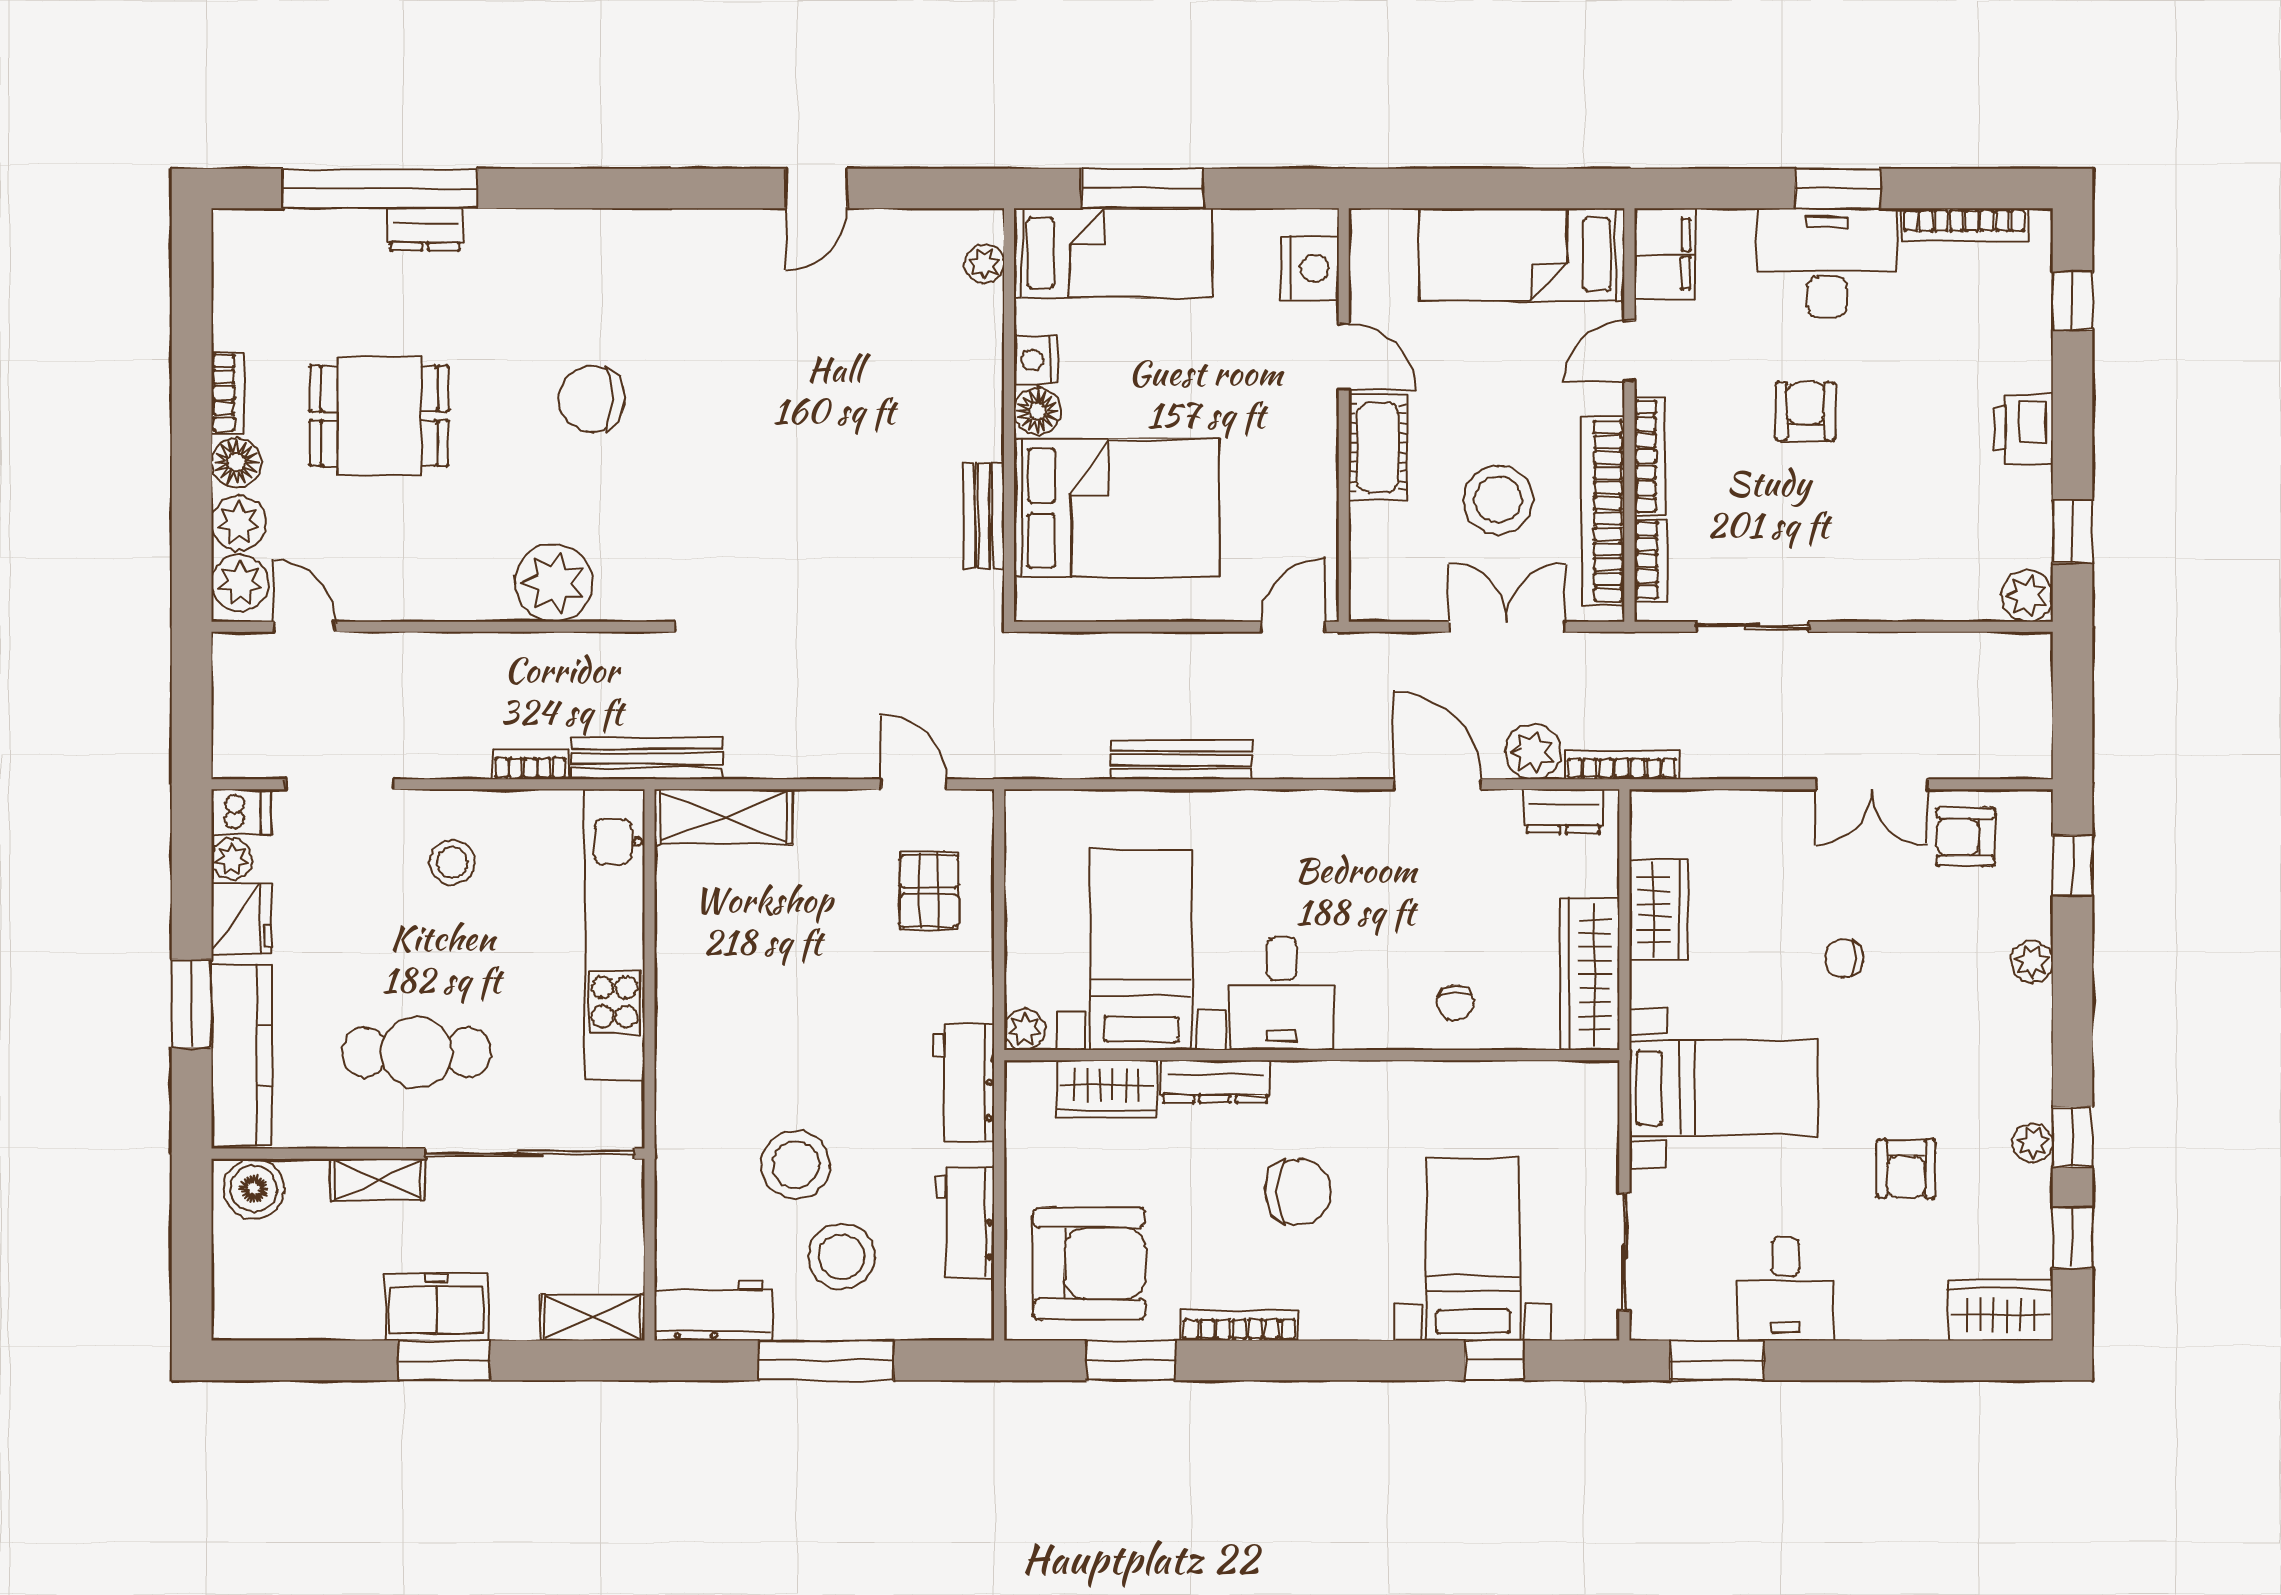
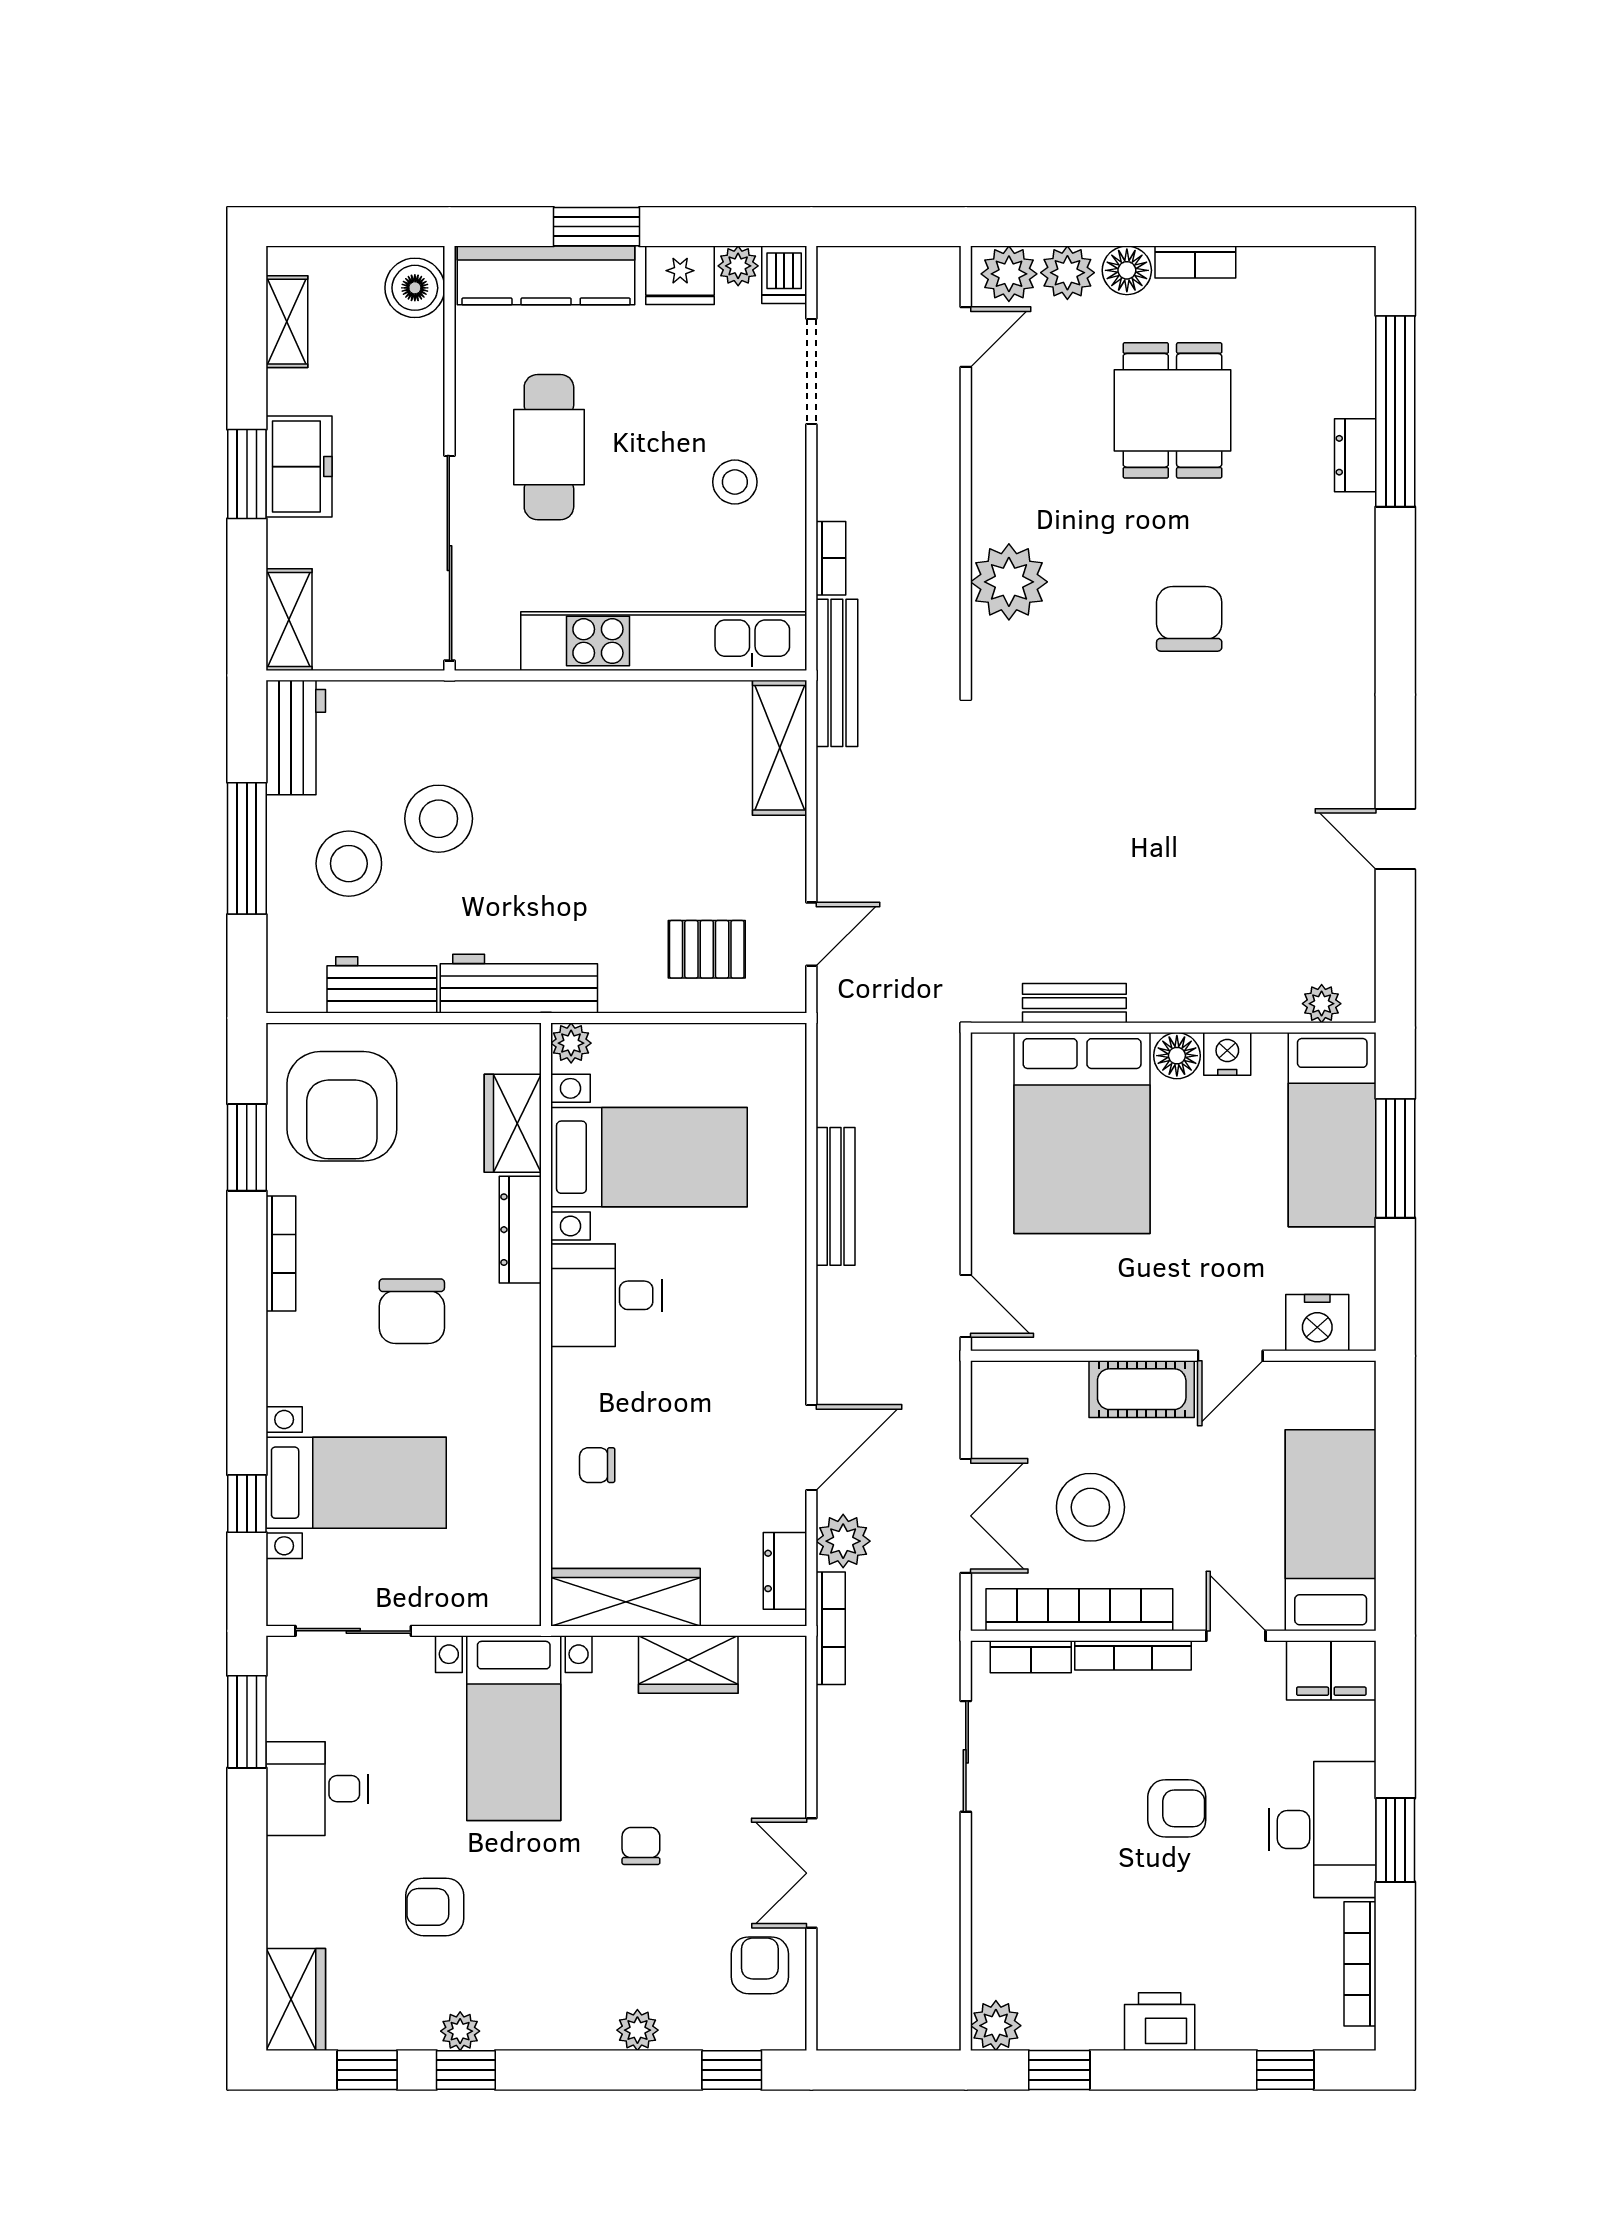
workbench: (964, 1083) -> (519, 984), width x1.38
shelving: (378, 1180) -> (287, 322), moved

